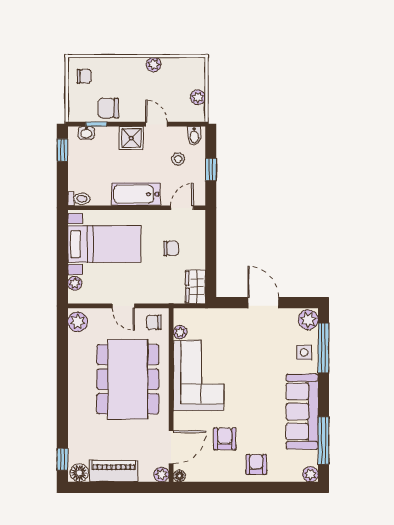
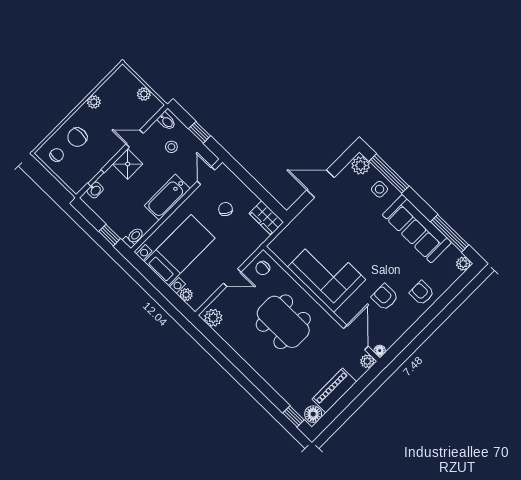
chair: (108, 108) -> (77, 137), moved
window: (62, 150) -> (110, 235), moved
chair: (171, 248) -> (225, 209), turned -56
plant: (180, 332) -> (286, 257), removed
dining table: (128, 379) -> (283, 322), width x0.73, depth x0.80

